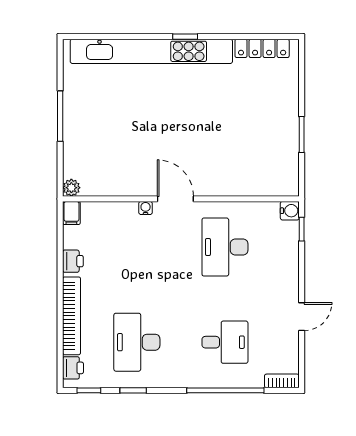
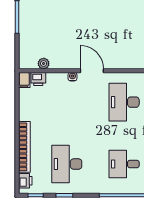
plant: (71, 188) -> (44, 64), moved
printer: (73, 261) -> (38, 79), moved, turned 90
desk: (225, 342) -> (124, 164), turned 180

